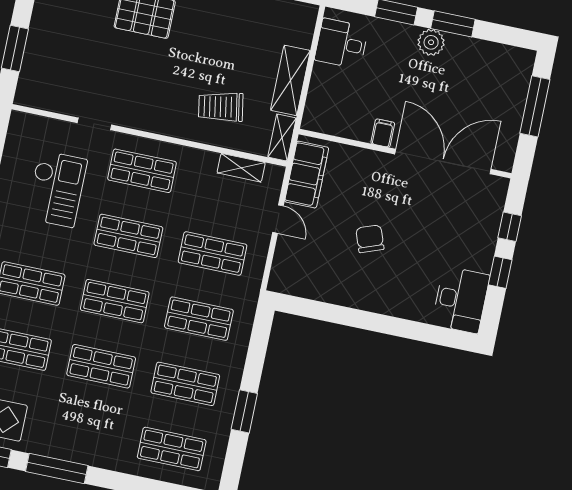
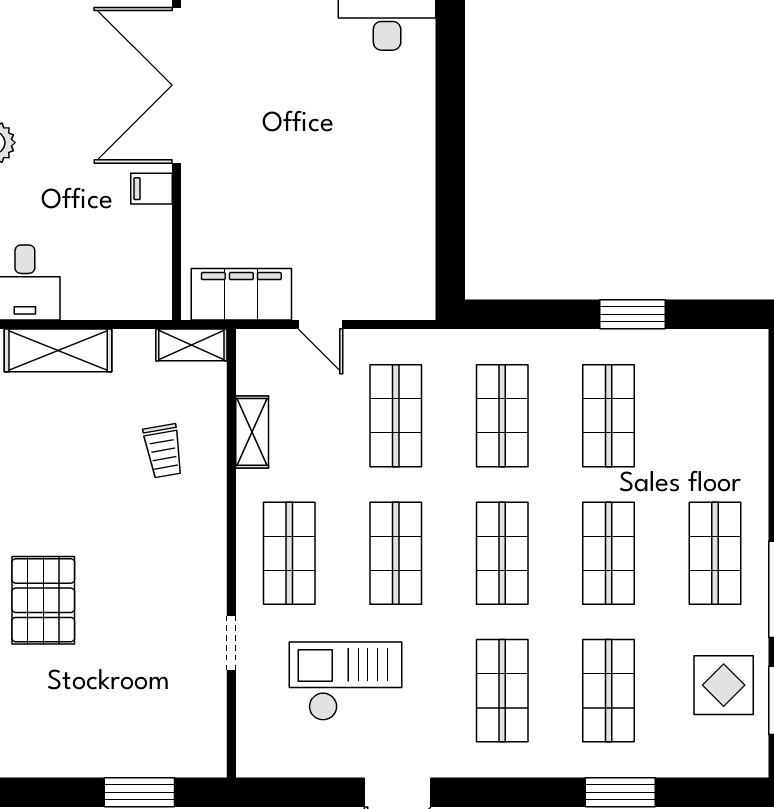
shelving: (290, 80) -> (58, 350), moved
trolley: (221, 107) -> (163, 451), width x0.73, depth x0.72
shelving: (241, 168) -> (252, 432), moved
door: (278, 219) -> (320, 325), swing flipped
chair: (370, 239) -> (321, 174), removed
shop shelf: (172, 449) -> (715, 553), moved

